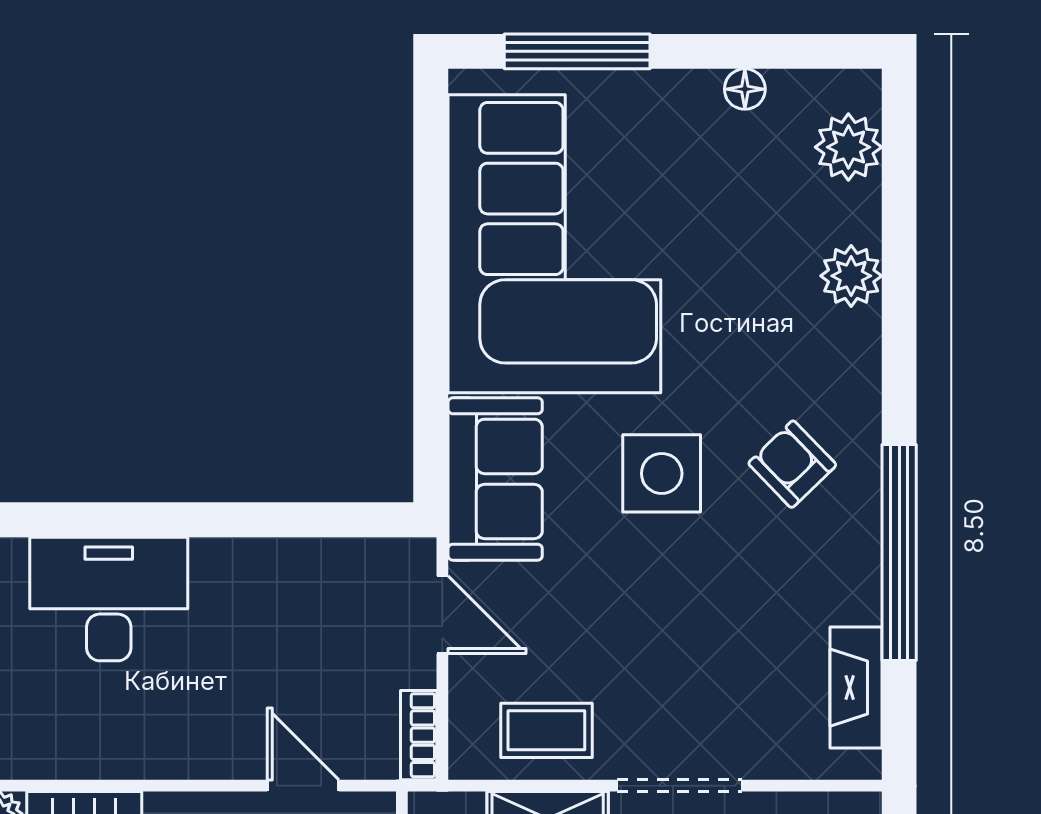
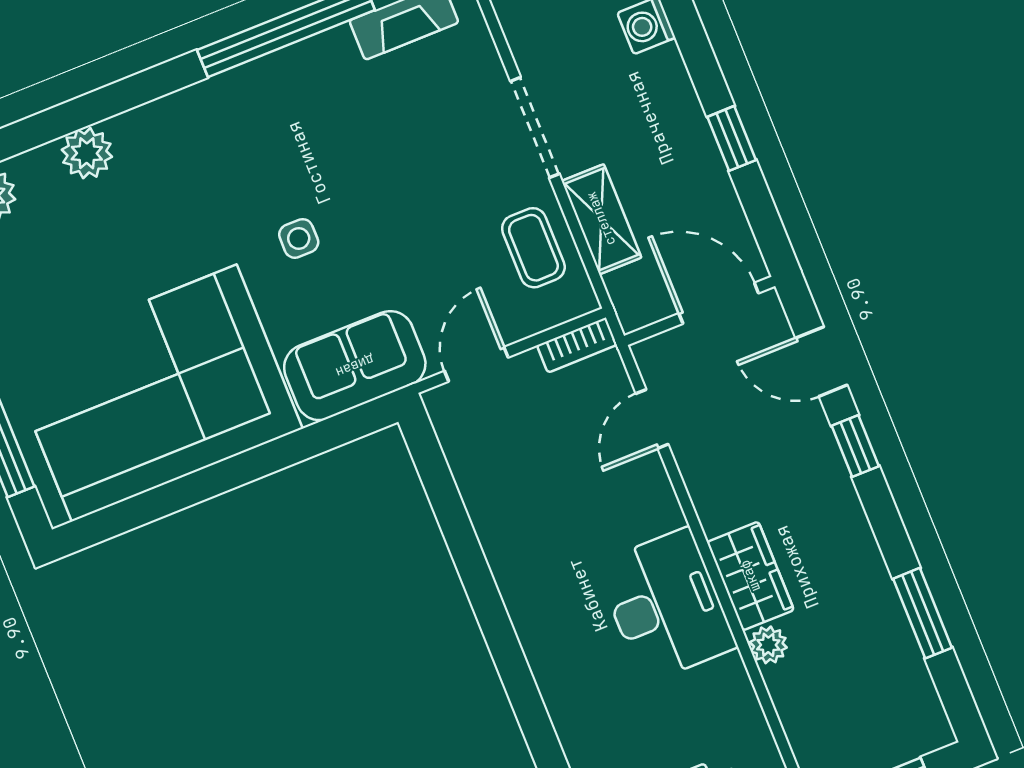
armchair: (792, 464) -> (251, 140), removed
side table: (662, 473) -> (299, 238), width x0.54, depth x0.54
desk: (109, 599) -> (666, 606), moved, turned 180

